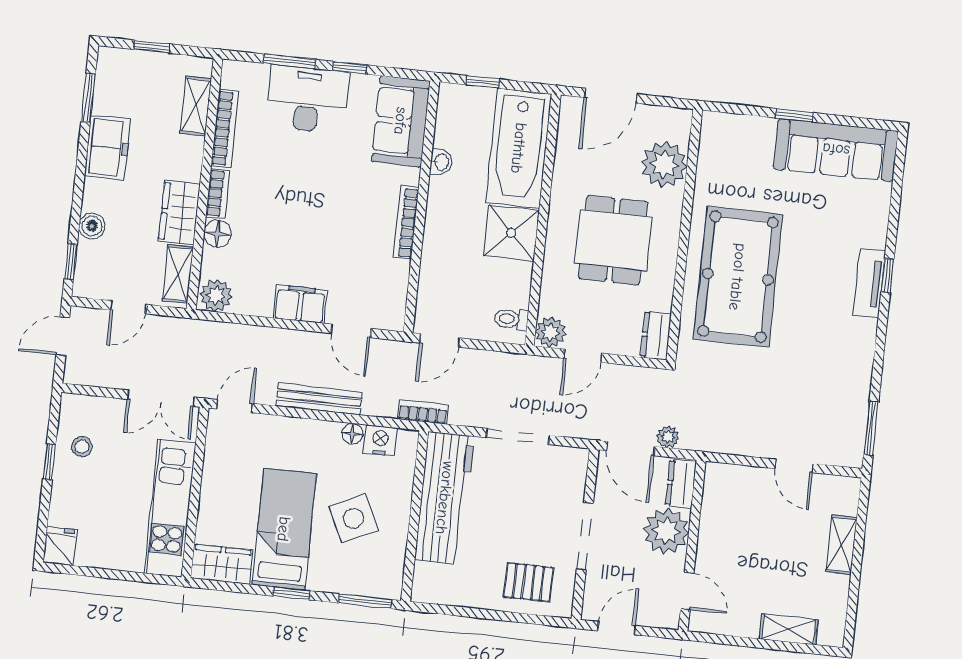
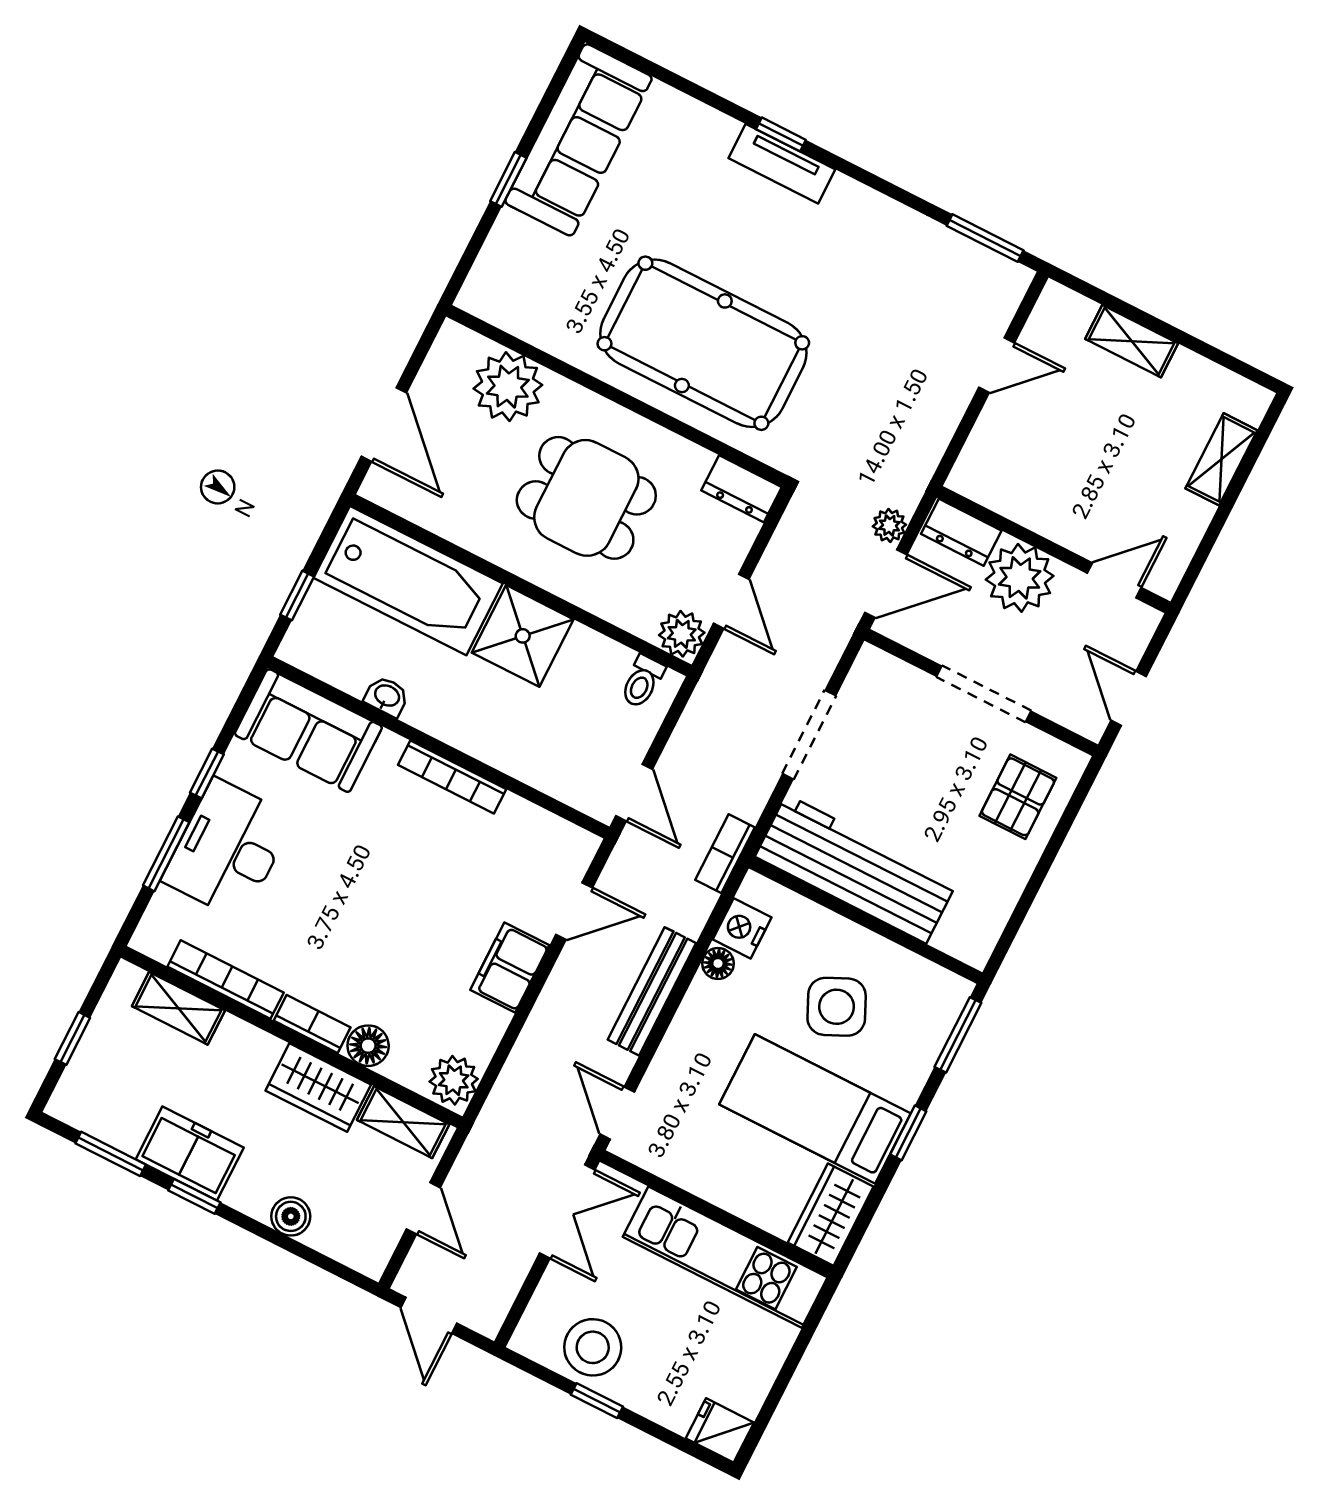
window: (71, 261) -> (194, 1196), moved
stool: (82, 447) -> (593, 1347), width x1.89, depth x1.89

